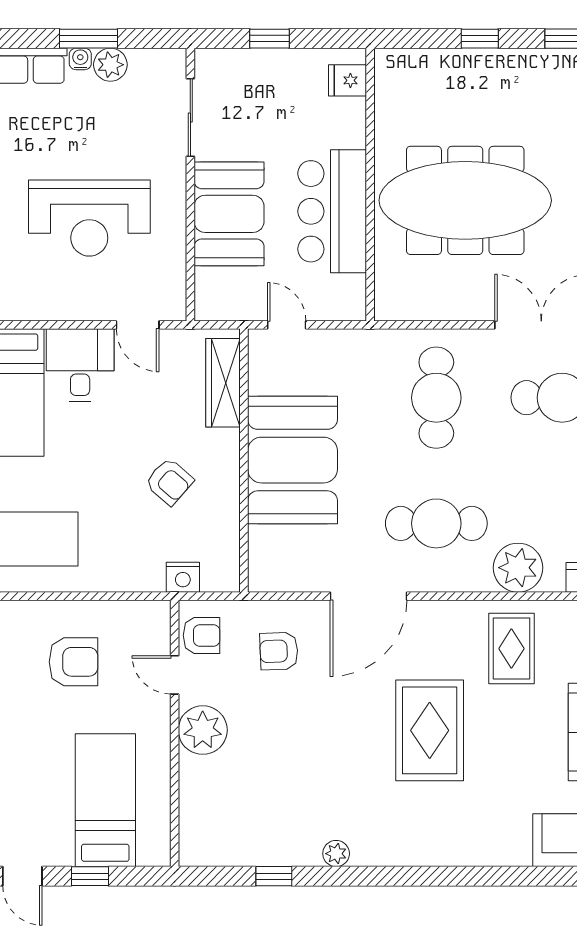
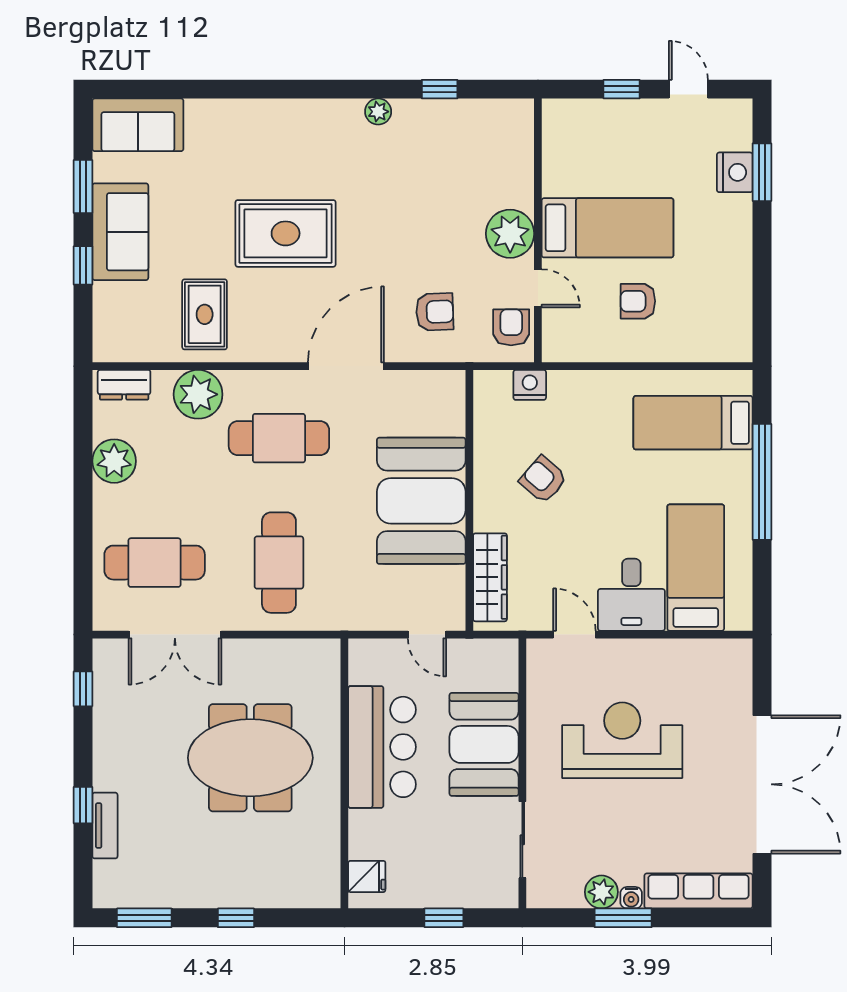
meeting table: (465, 200) -> (250, 758), width x0.73
armchair: (202, 635) -> (511, 327), turned 90
armchair: (73, 662) -> (638, 301), width x0.72, depth x0.72
rug: (430, 730) -> (286, 233), turned 90
bed: (105, 800) -> (608, 228), moved, turned -90

